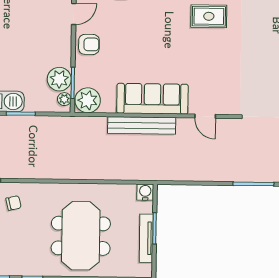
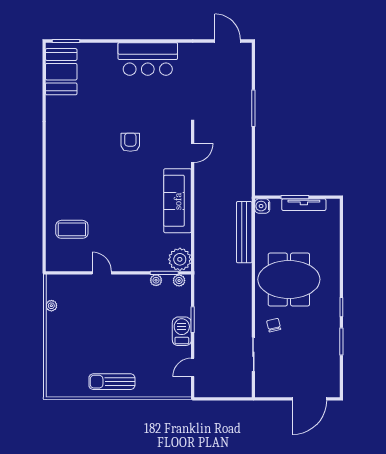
rug: (209, 16) -> (102, 151), removed
armchair: (89, 44) -> (130, 142), moved
plant: (59, 79) -> (156, 280), width x0.53, depth x0.53
bench: (142, 125) -> (244, 232), moved
meeting table: (81, 236) -> (289, 279), moved

